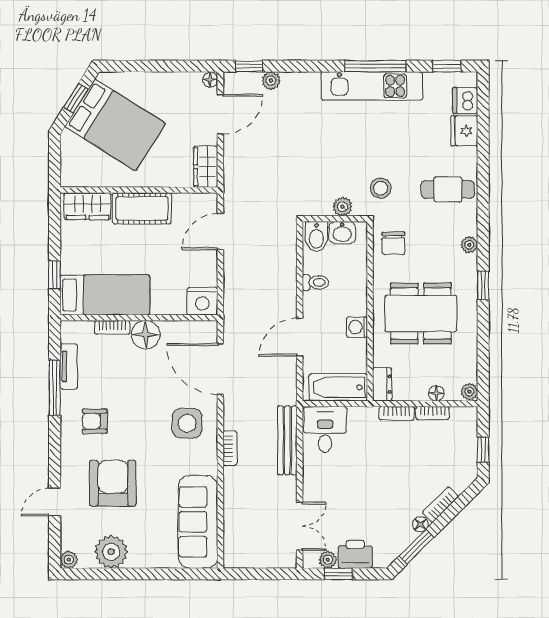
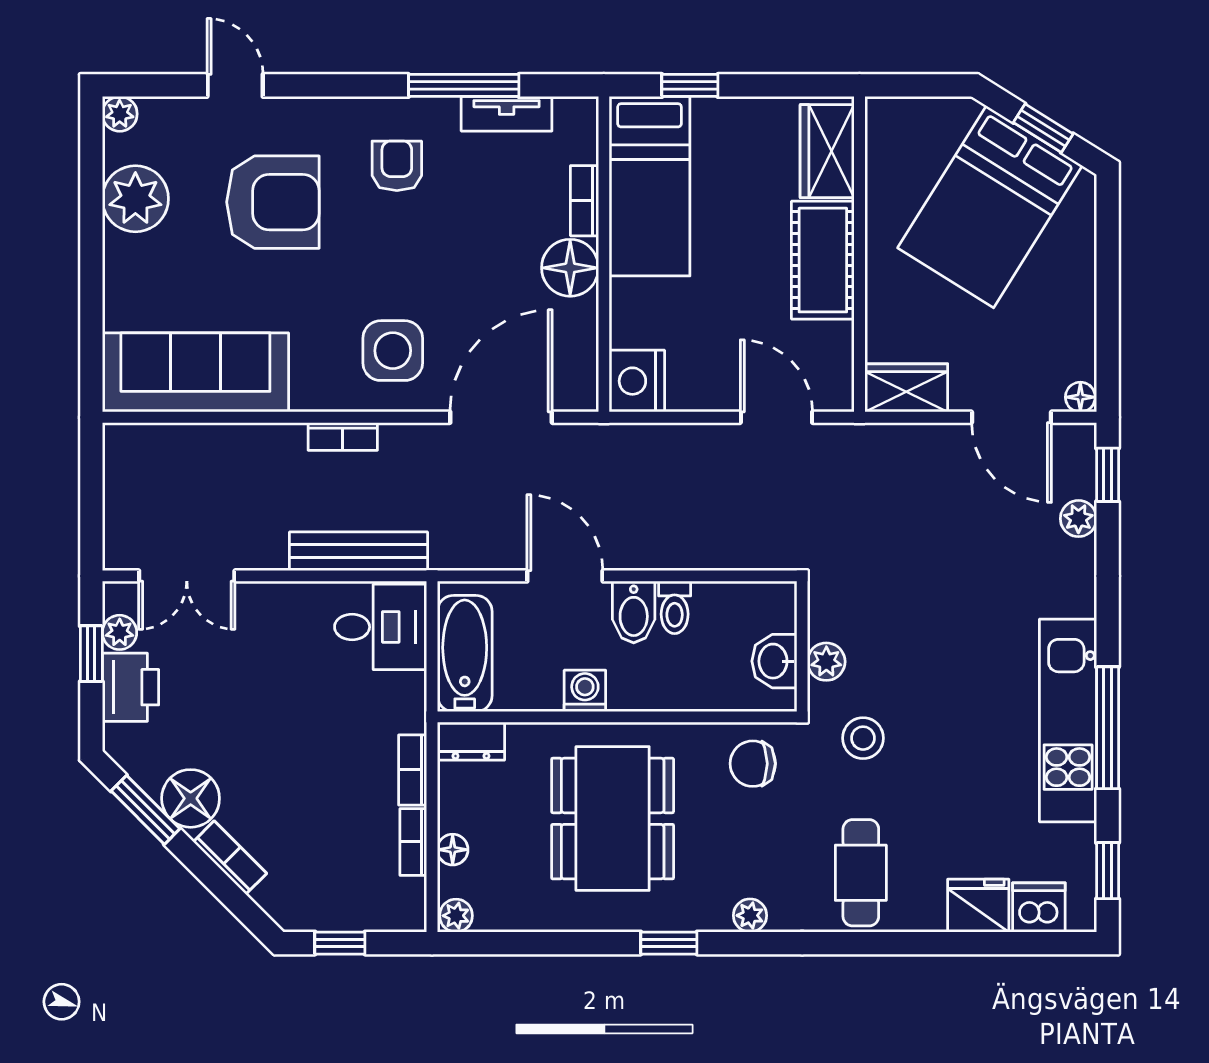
bidet: (316, 237) -> (634, 612), moved, turned -90
floor lamp: (420, 524) -> (191, 798), width x1.89, depth x1.89

